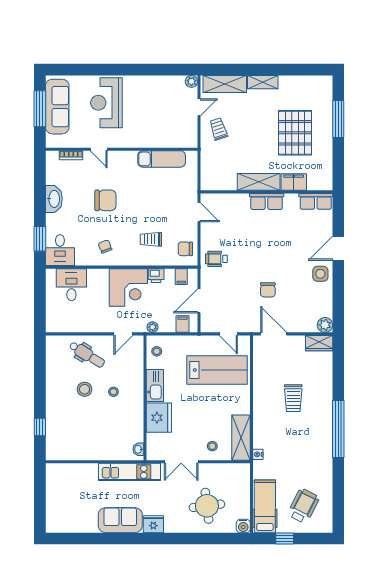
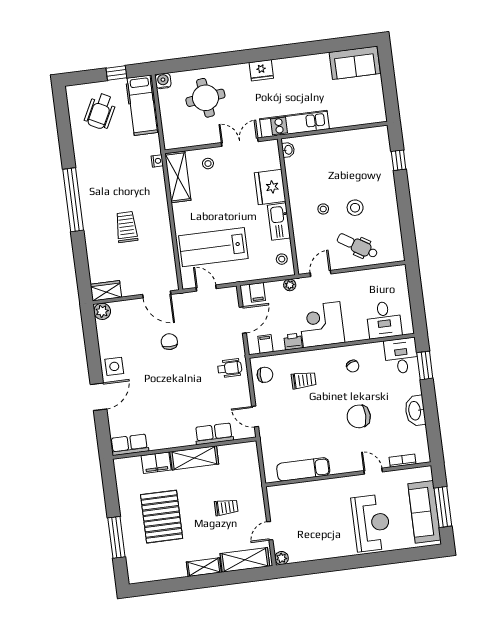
trolley: (218, 129) -> (226, 507), moved, turned -72
row of seats: (267, 201) -> (214, 434), moved
sofa: (120, 520) -> (355, 63), moved

